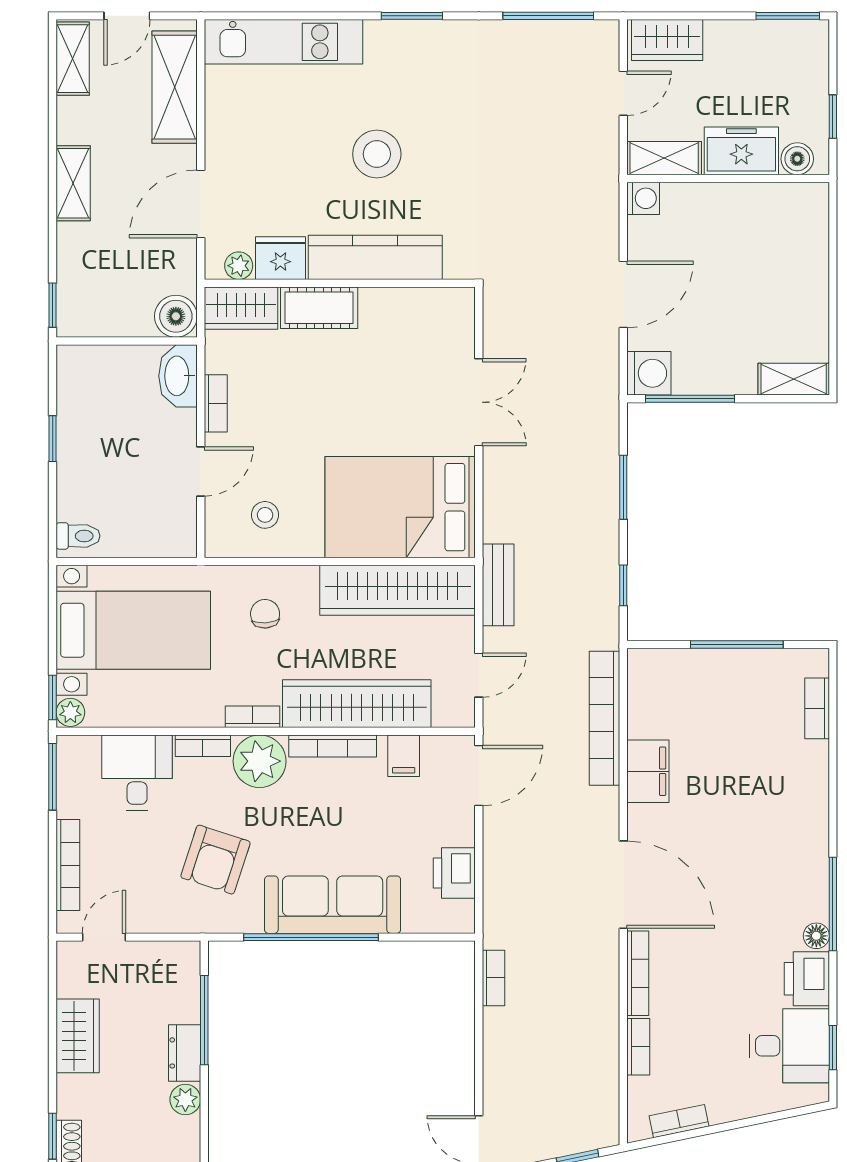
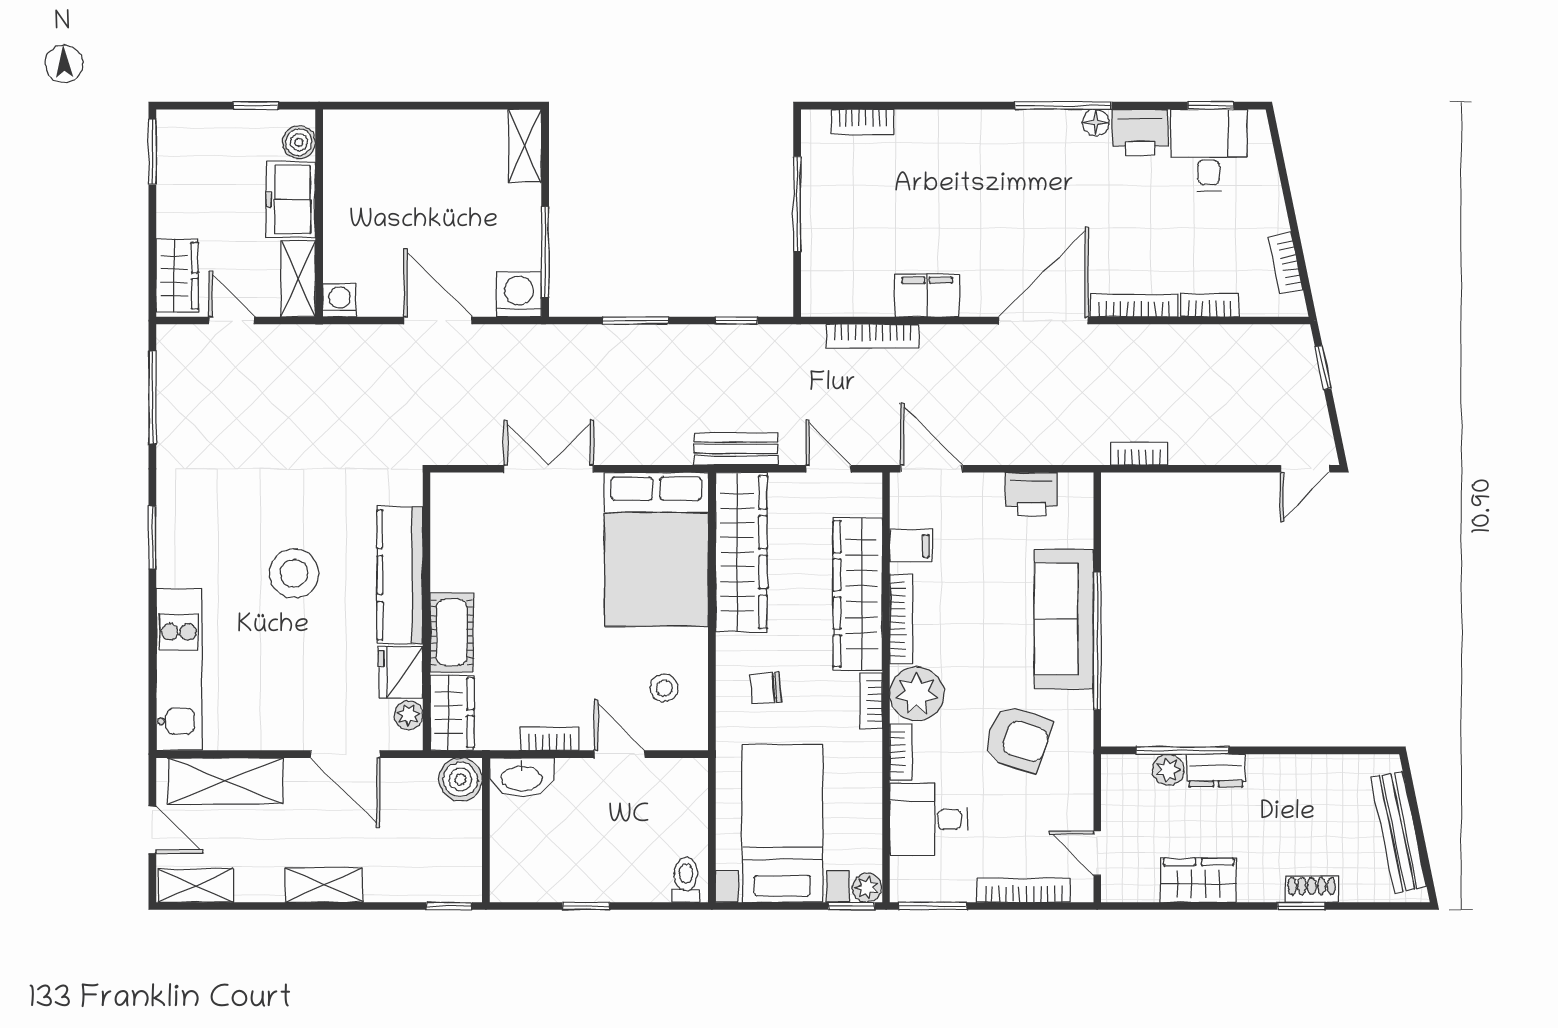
bookcase: (604, 718) -> (873, 336), width x0.68, depth x0.76
plant: (185, 1100) -> (1168, 770), moved

